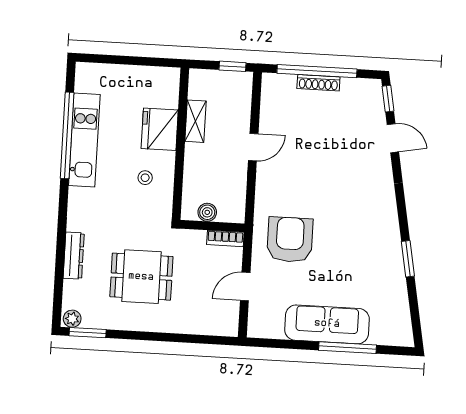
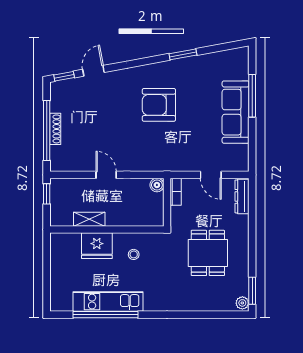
boiler: (207, 212) -> (157, 185), moved
armchair: (290, 240) -> (159, 105), moved
dresser: (74, 256) -> (242, 196), moved, turned -90

